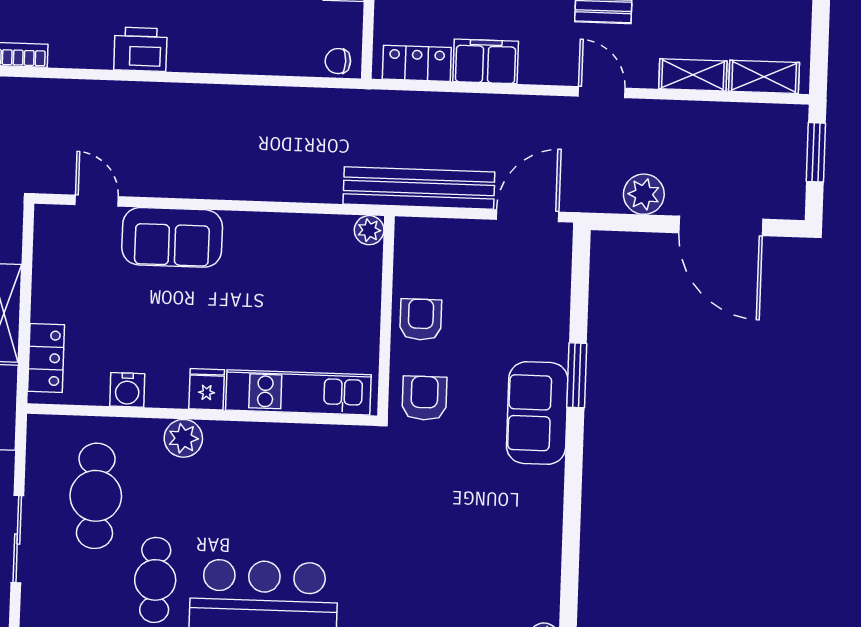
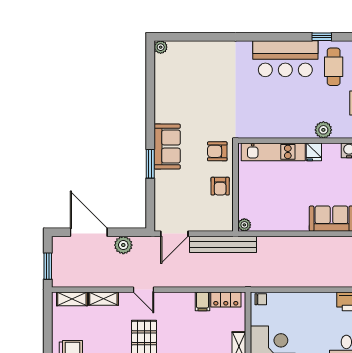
filing cabinet: (486, 61) -> (202, 301), width x0.50
armchair: (424, 398) -> (217, 151), turned 90

